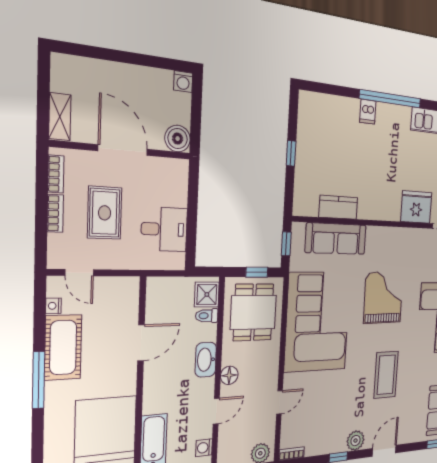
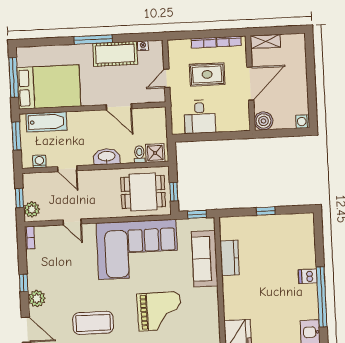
door: (79, 273) -> (167, 78), moved
floor lamp: (229, 375) -> (95, 177), removed

